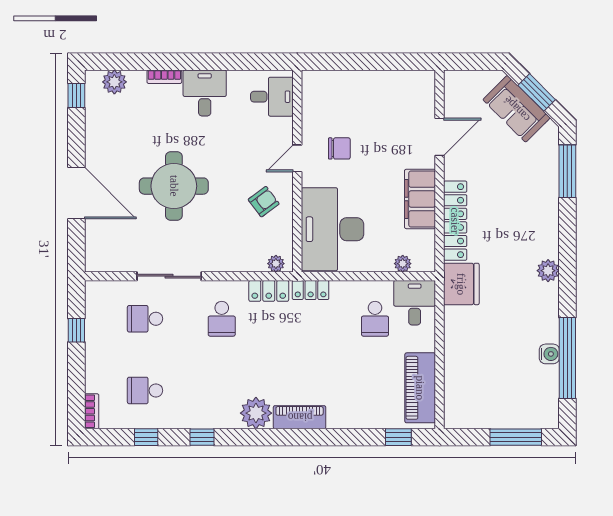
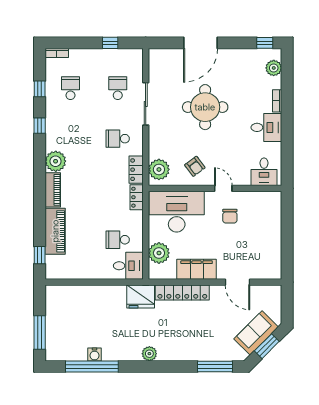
plant: (276, 264) -> (159, 169), width x1.87, depth x1.87
plant: (403, 264) -> (159, 253), width x1.88, depth x1.88
piano: (420, 388) -> (55, 231), moved, turned 90

